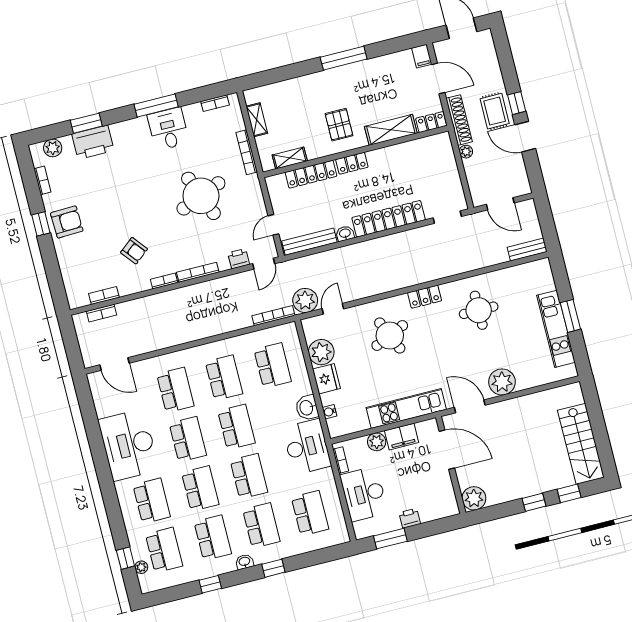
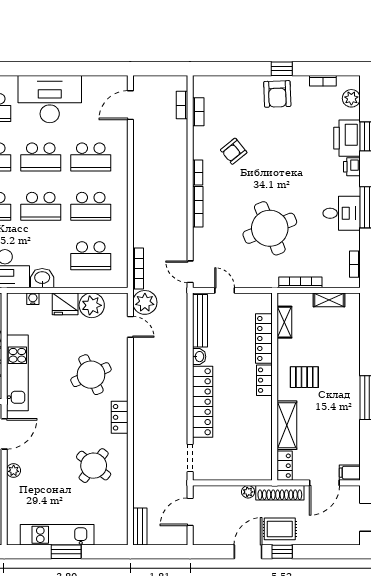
printer: (239, 259) -> (352, 167), moved, turned 180
round table: (479, 310) -> (94, 466), turned 38
plant: (502, 382) -> (14, 471), width x0.53, depth x0.53

